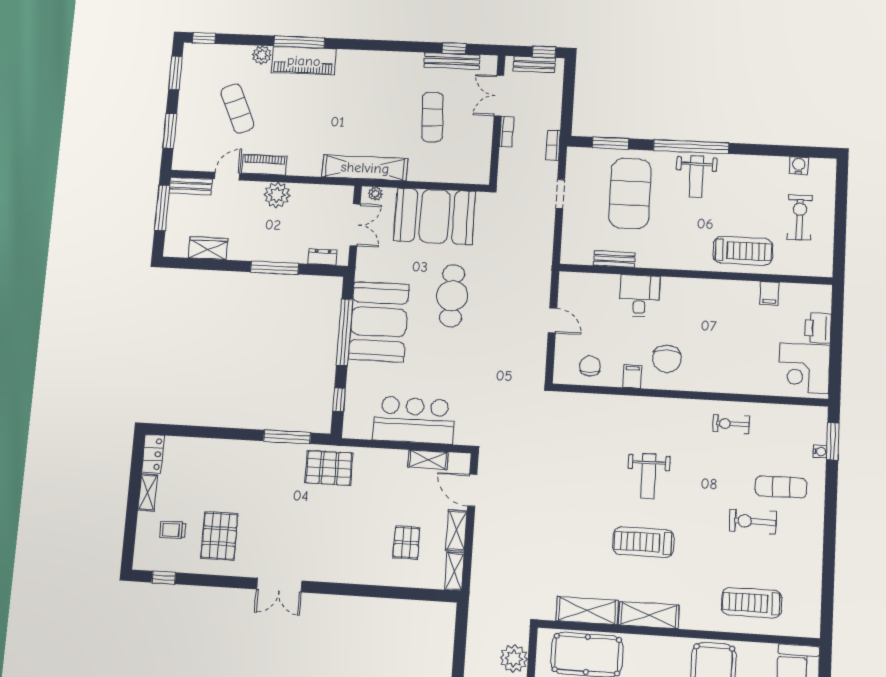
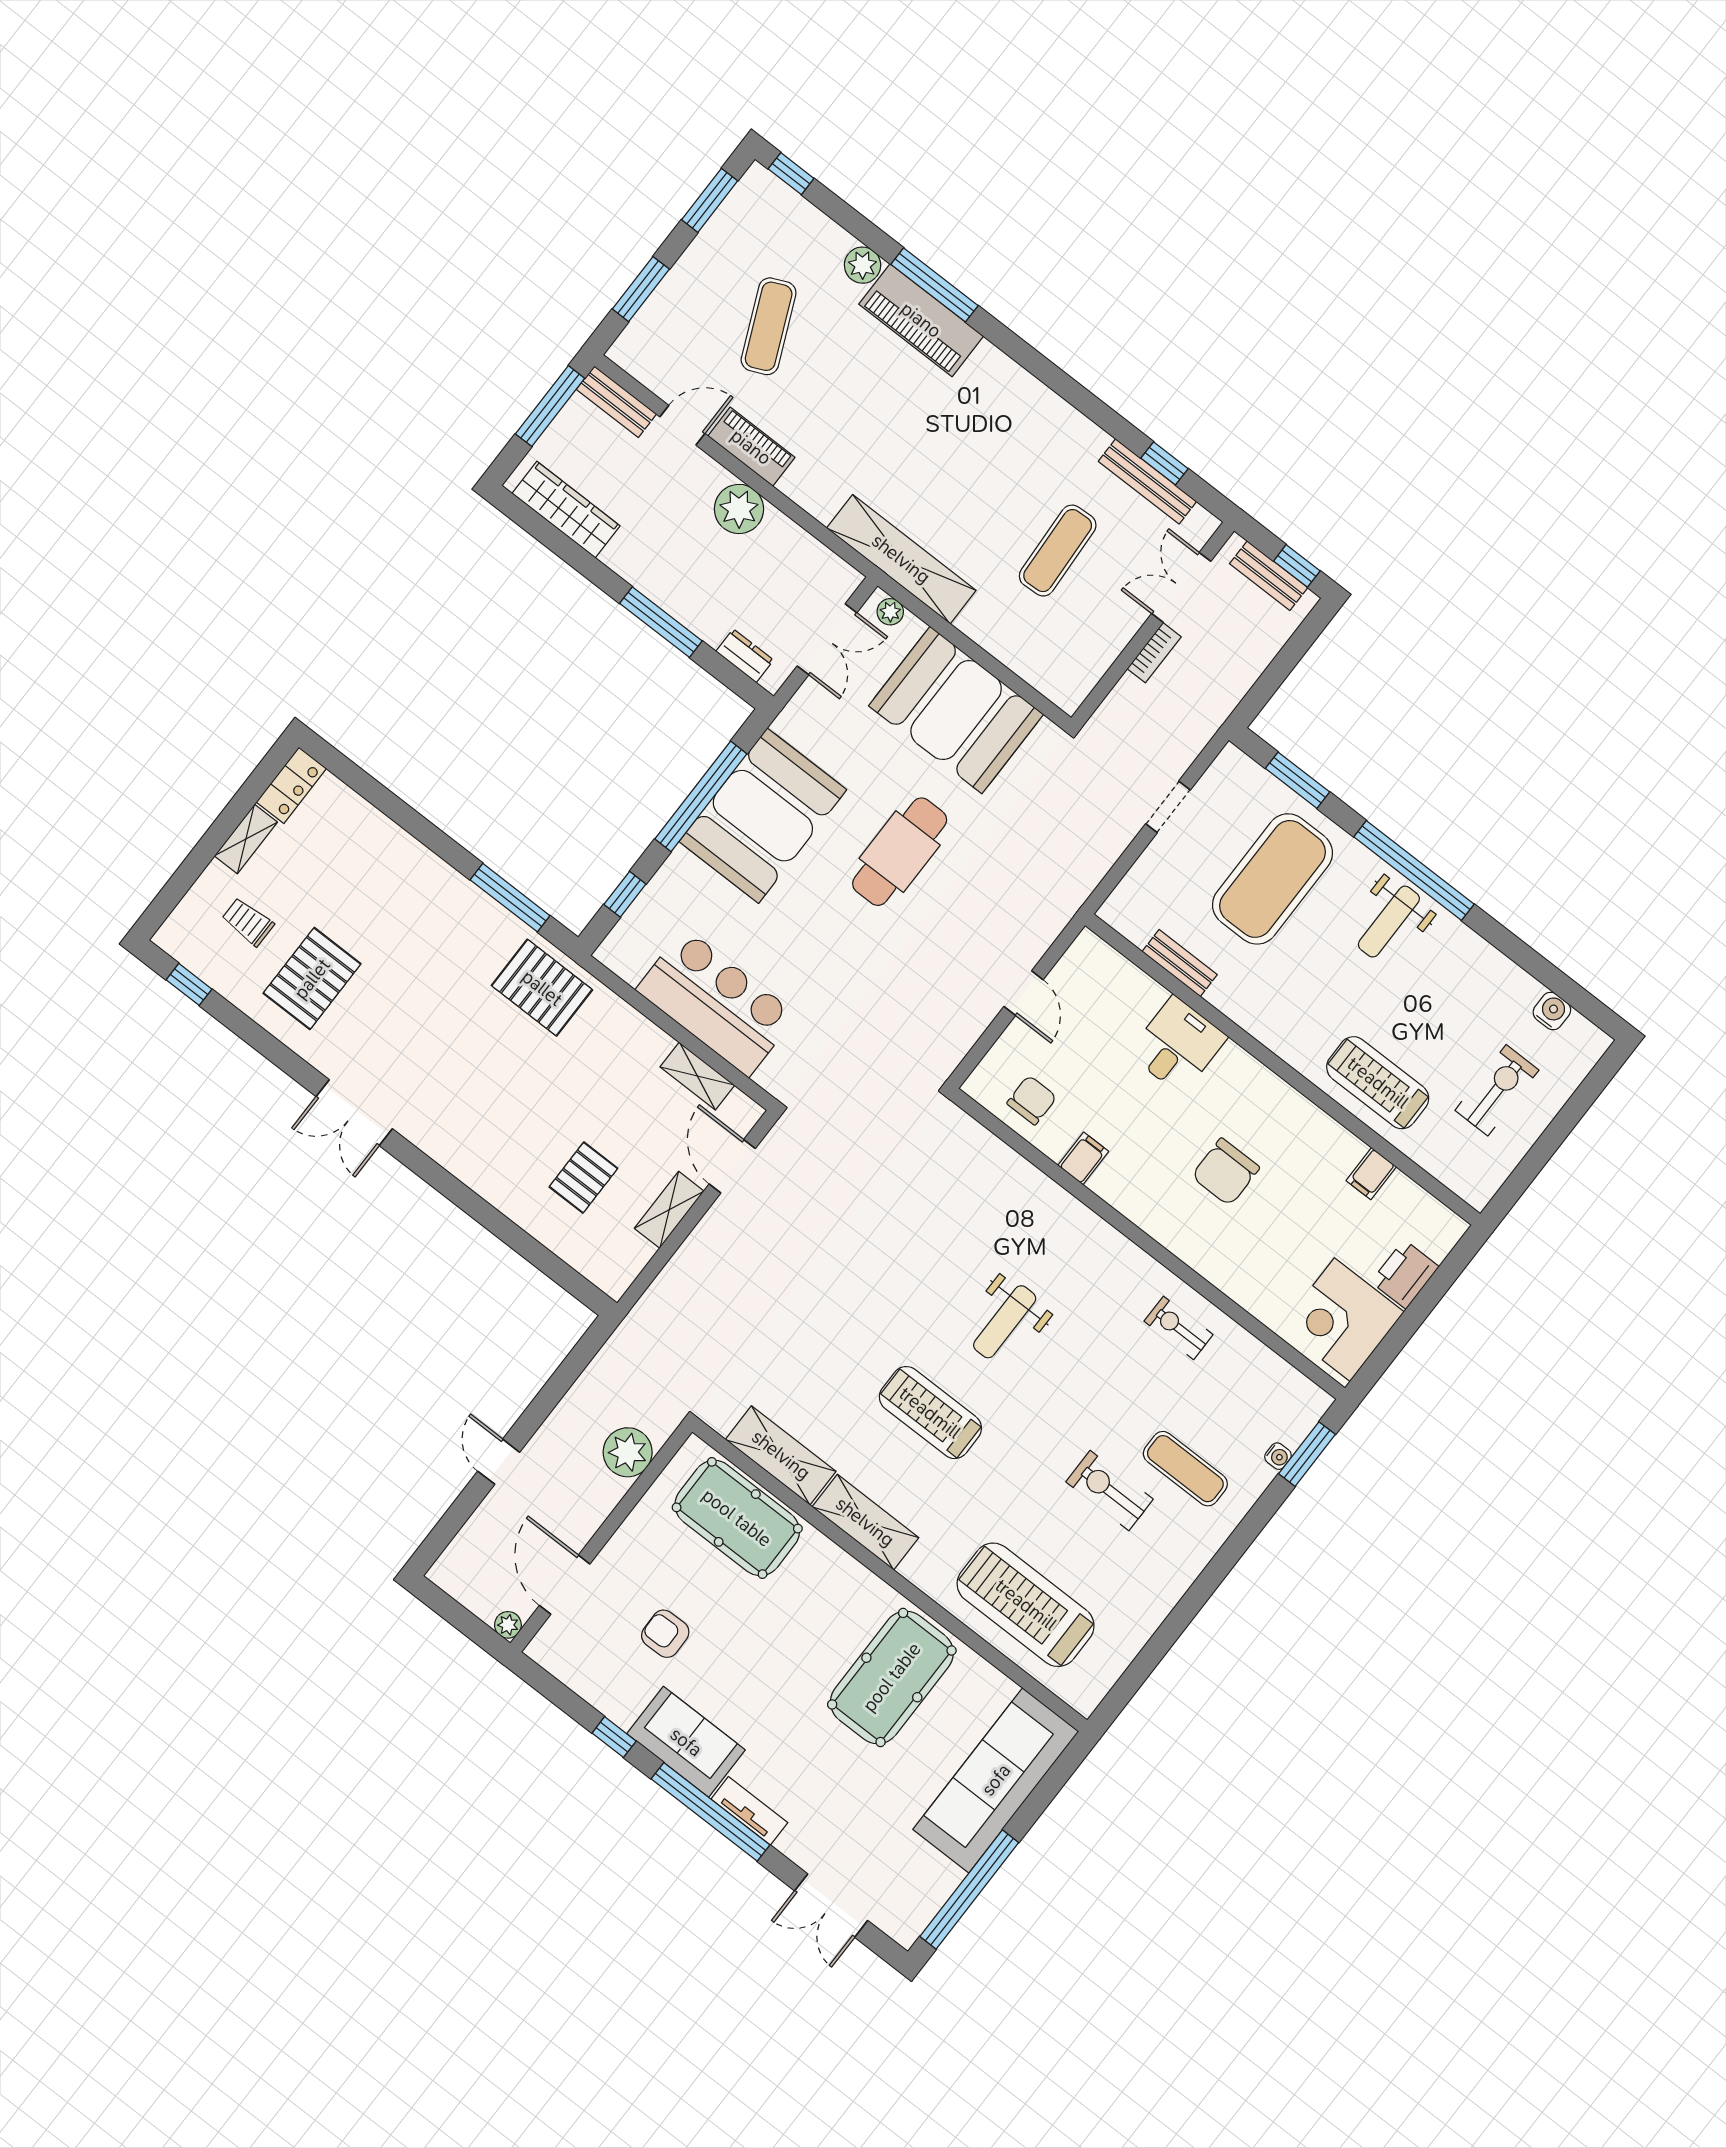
bookcase: (553, 145) -> (1209, 723), removed
wardrobe: (208, 248) -> (566, 510), width x1.50
treadmill: (743, 251) -> (1378, 1083), turned 180
chair: (667, 359) -> (1226, 1172), moved
shelving: (454, 571) -> (626, 1268), removed
treadmill: (752, 603) -> (1026, 1605), width x1.37, depth x1.38

